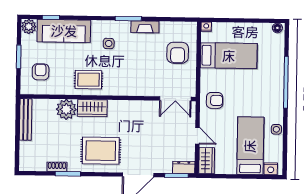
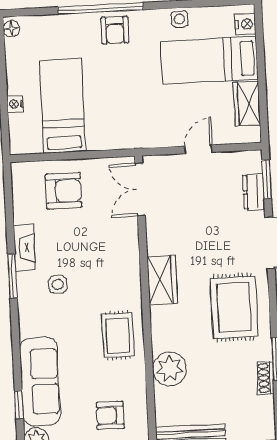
nightstand: (206, 27) -> (15, 104), moved
side table: (109, 43) -> (58, 284), moved
double door: (175, 99) -> (140, 190), swing flipped
armchair: (215, 100) -> (115, 30), moved, turned 180
wardrobe: (92, 108) -> (162, 280), moved
wardrobe: (207, 161) -> (247, 104), moved, turned -90
dresser: (184, 167) -> (254, 192), moved

